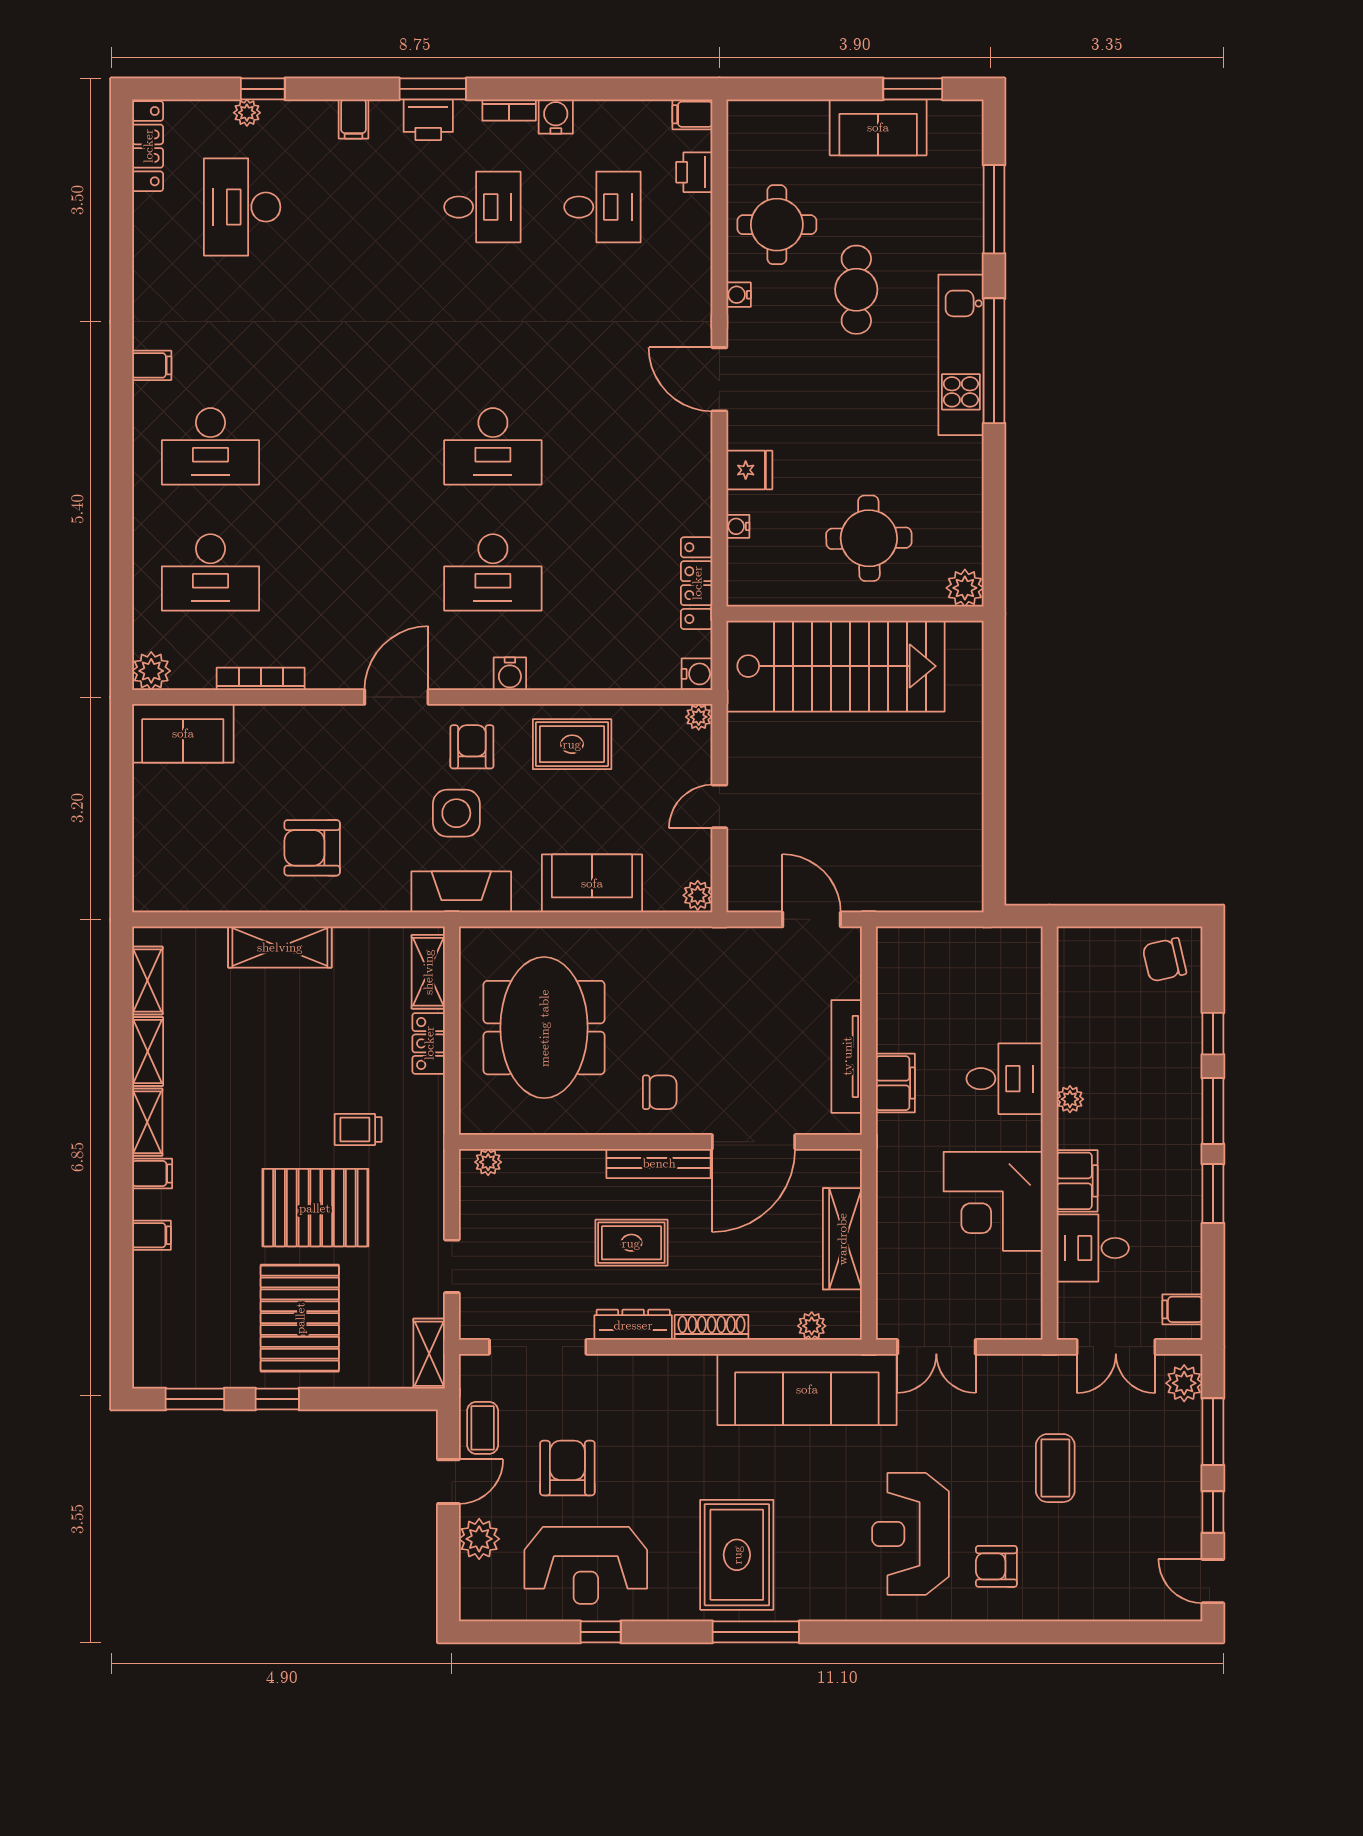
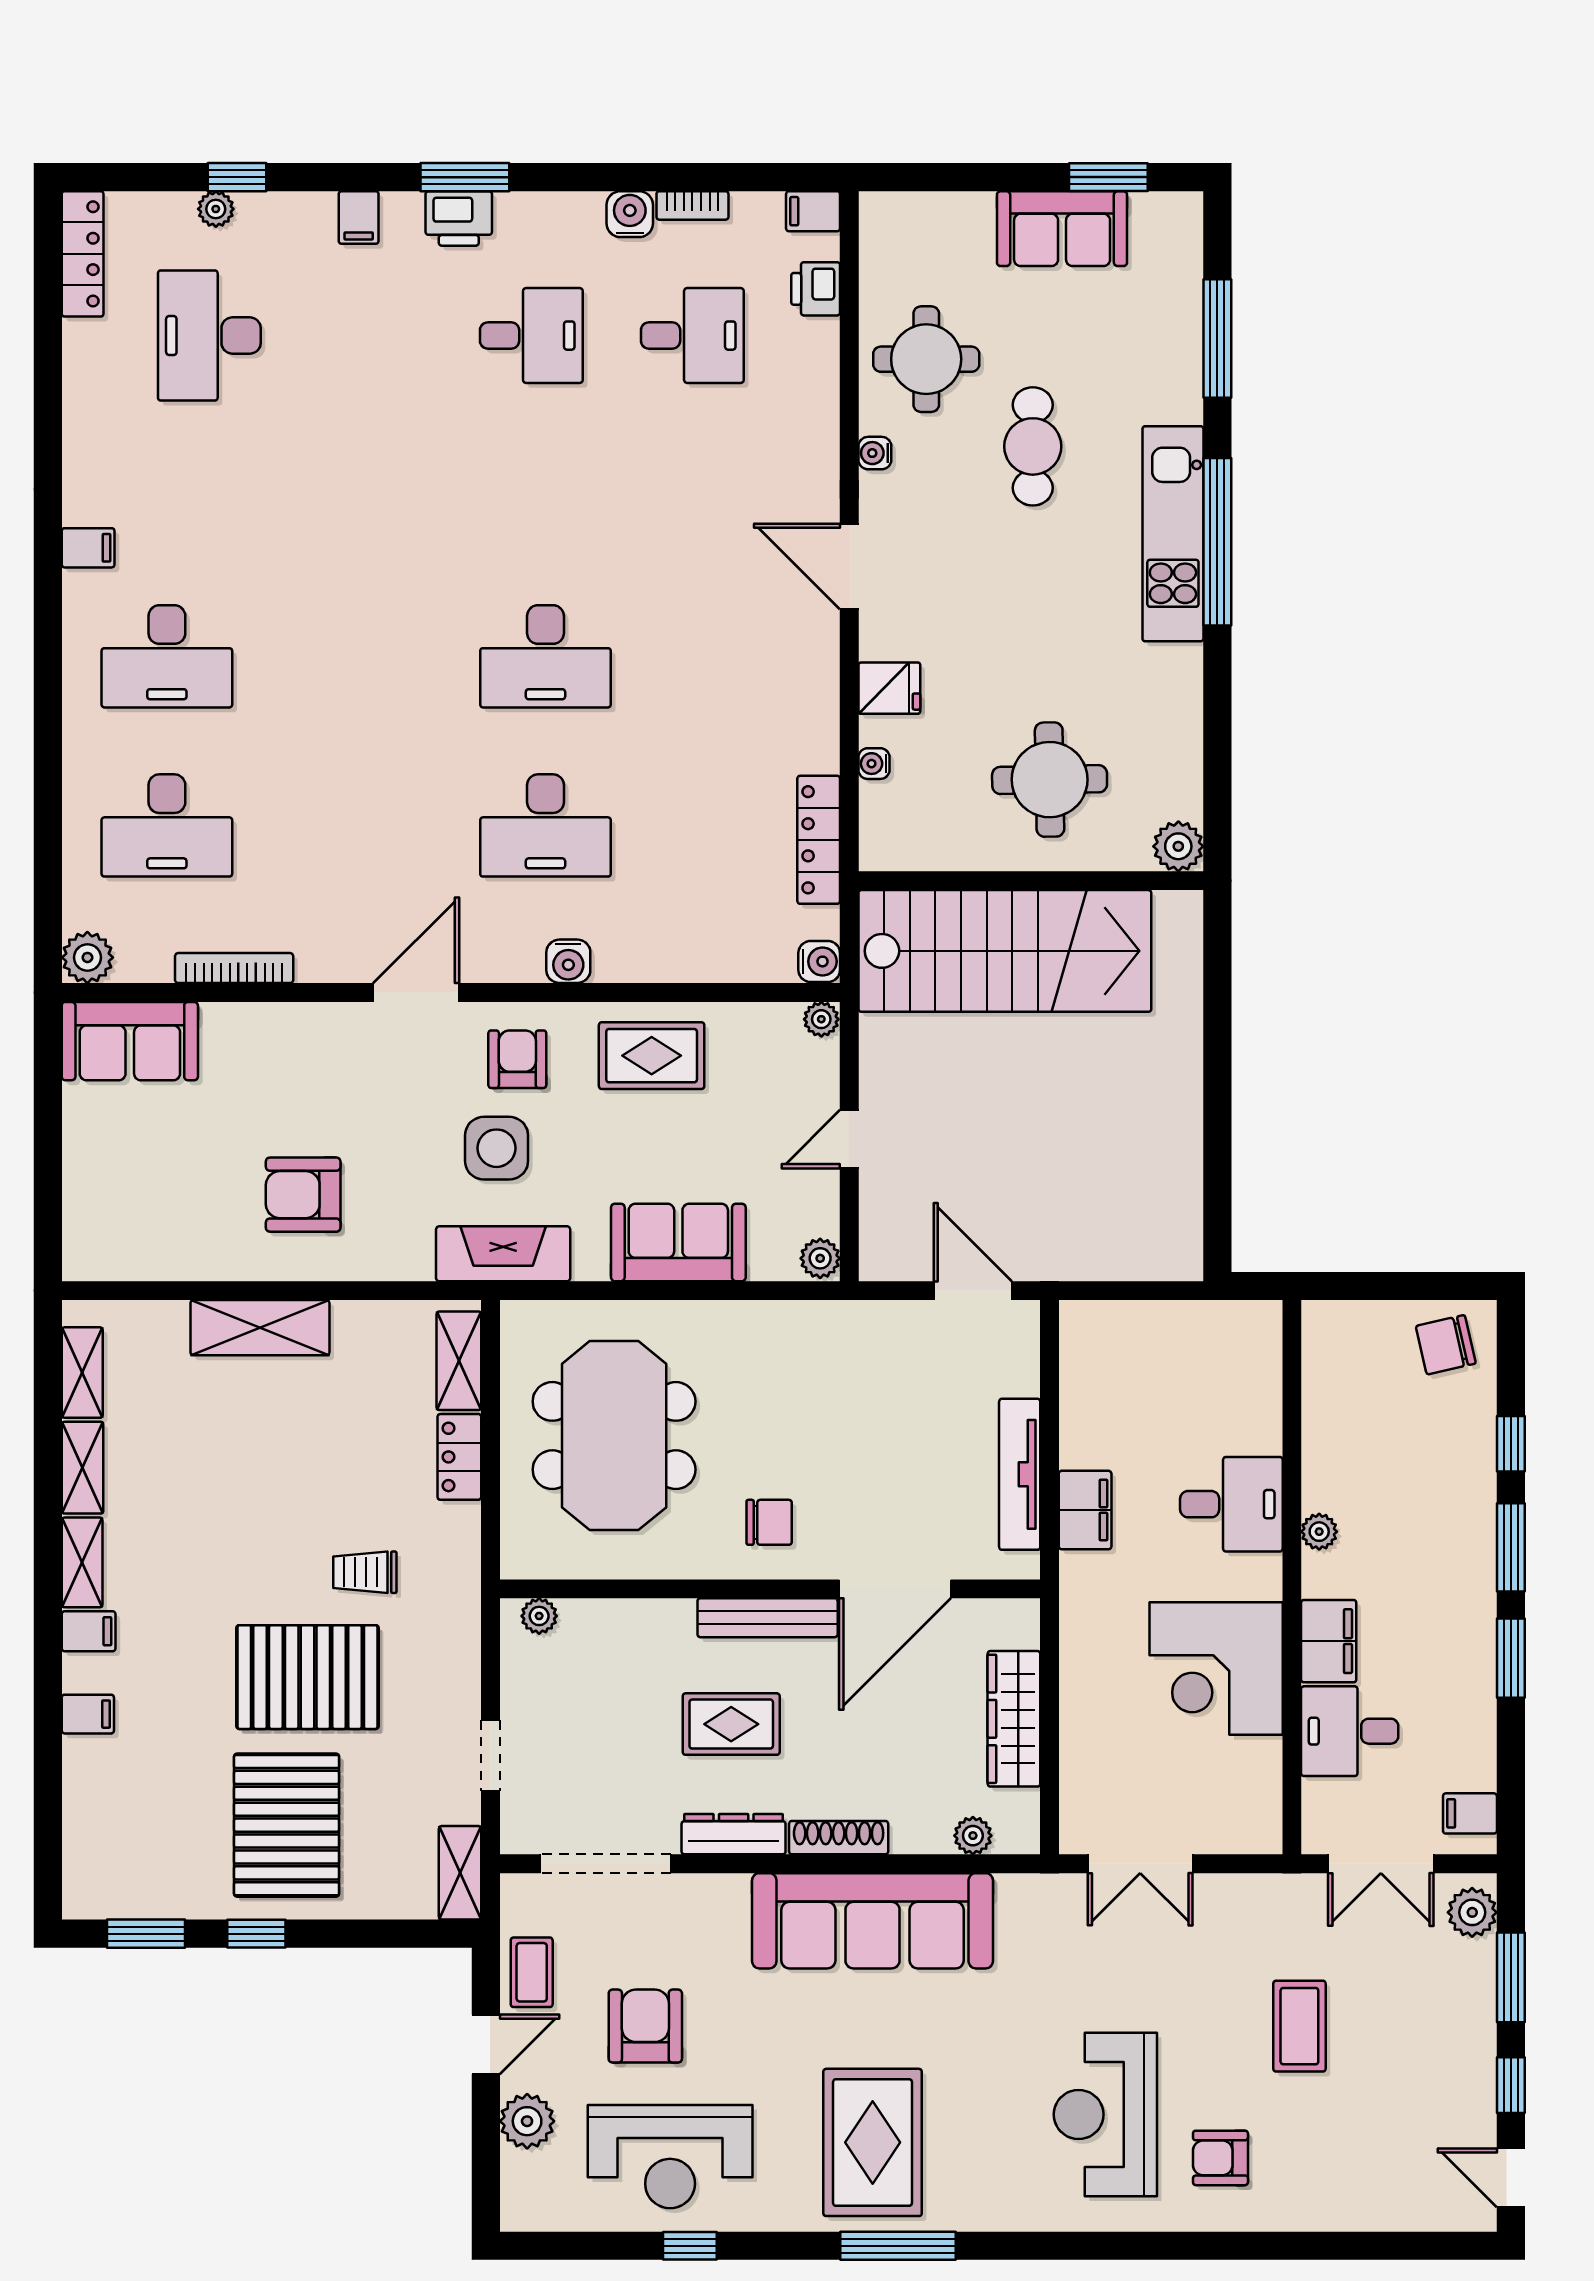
bookcase: (509, 110) -> (692, 205), moved
sofa: (807, 1389) -> (873, 1921), moved

